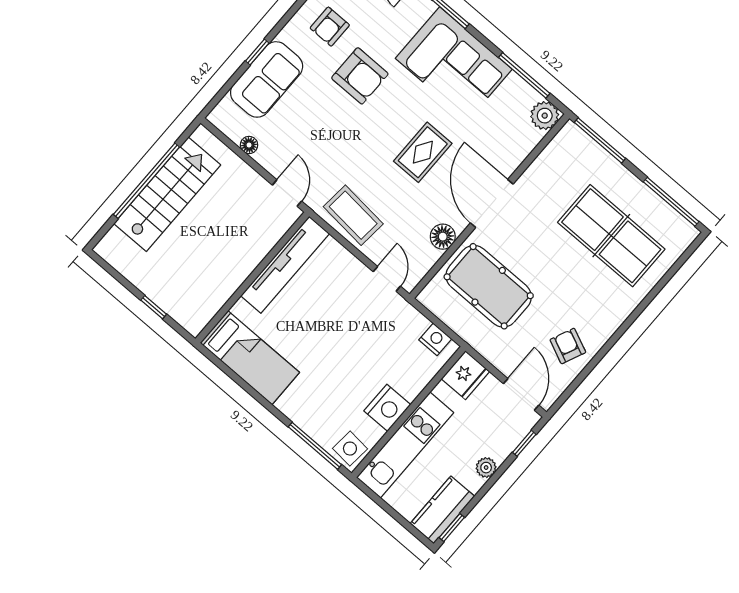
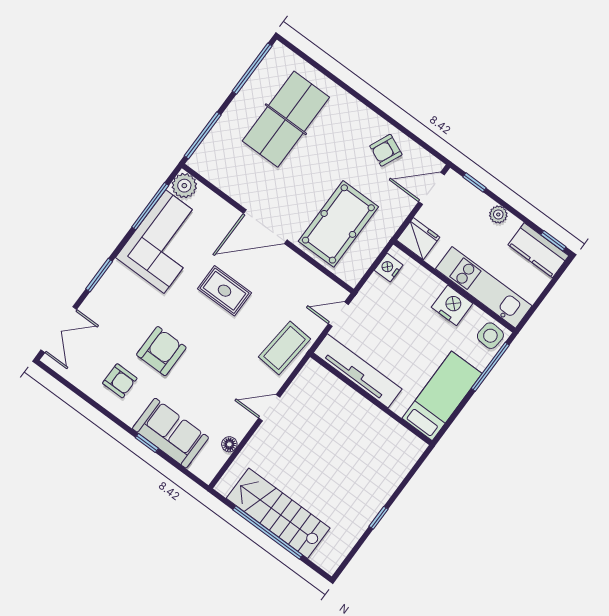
corner sofa: (454, 64) -> (165, 242), moved
floor lamp: (443, 237) -> (298, 268), removed
tv unit: (285, 265) -> (358, 371), moved
wall: (252, 278) -> (371, 399), moved
bed: (250, 358) -> (442, 396), moved

